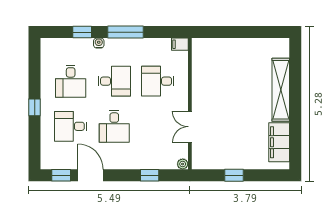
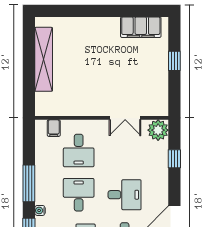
filing cabinet: (180, 44) -> (54, 128), moved
shelving: (281, 90) -> (44, 59), moved, turned 90
plant: (183, 164) -> (158, 130), width x1.88, depth x1.88
window: (234, 175) -> (174, 61), moved

